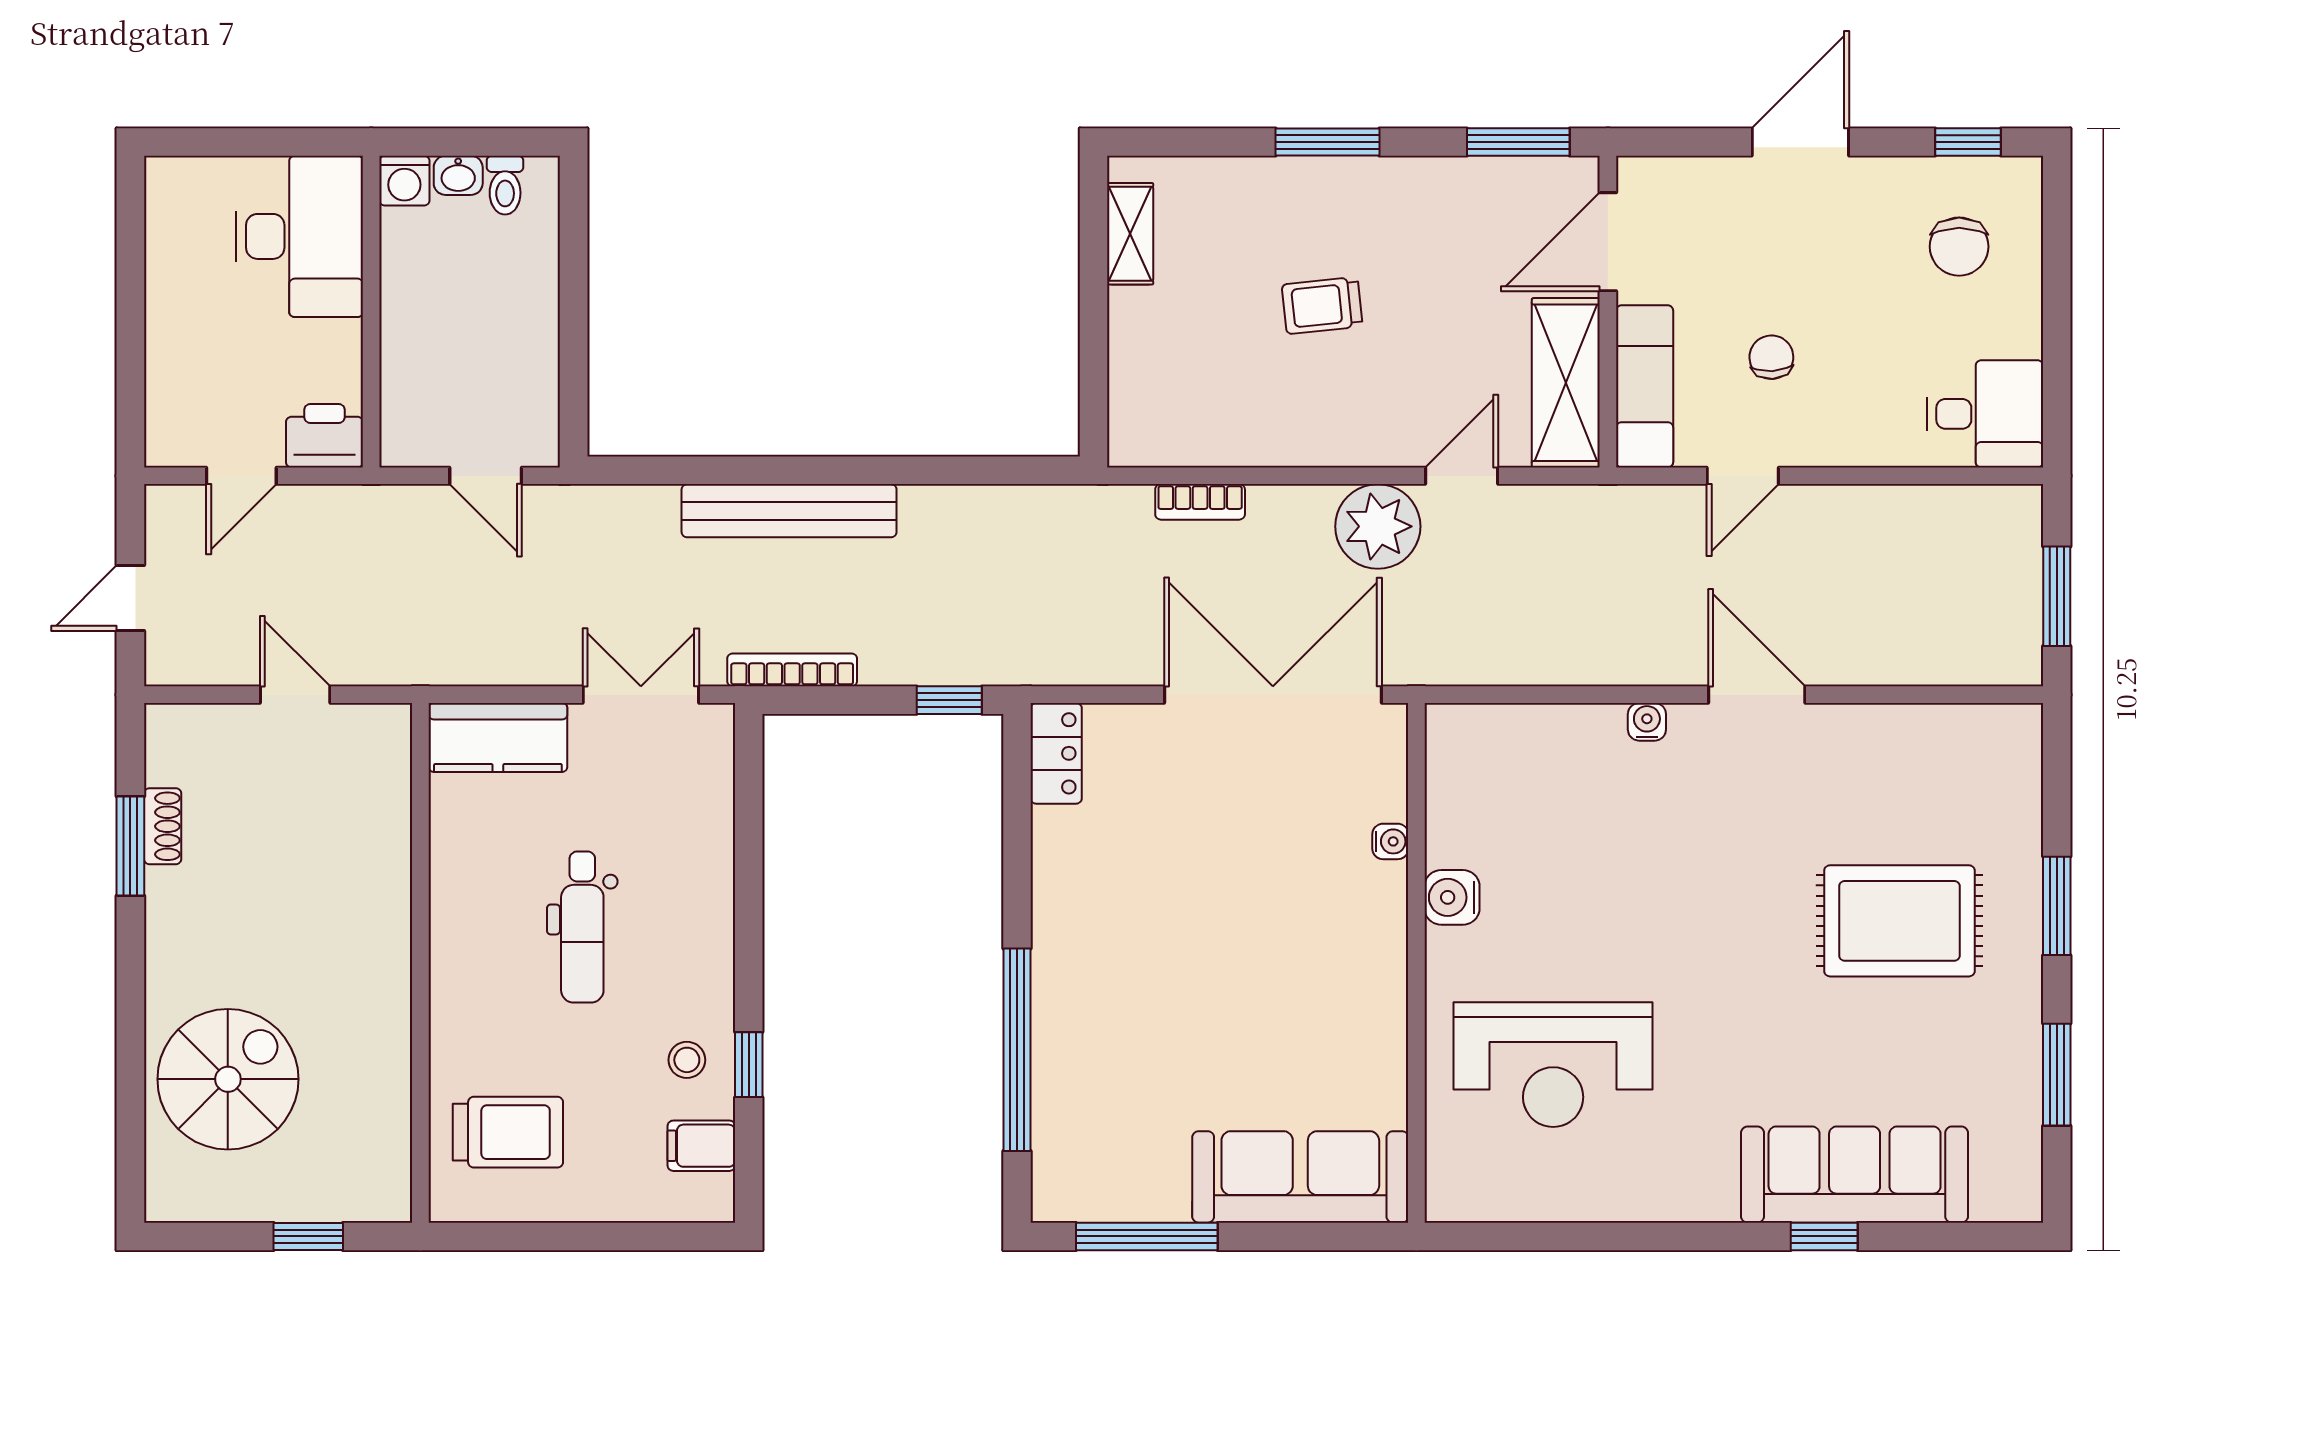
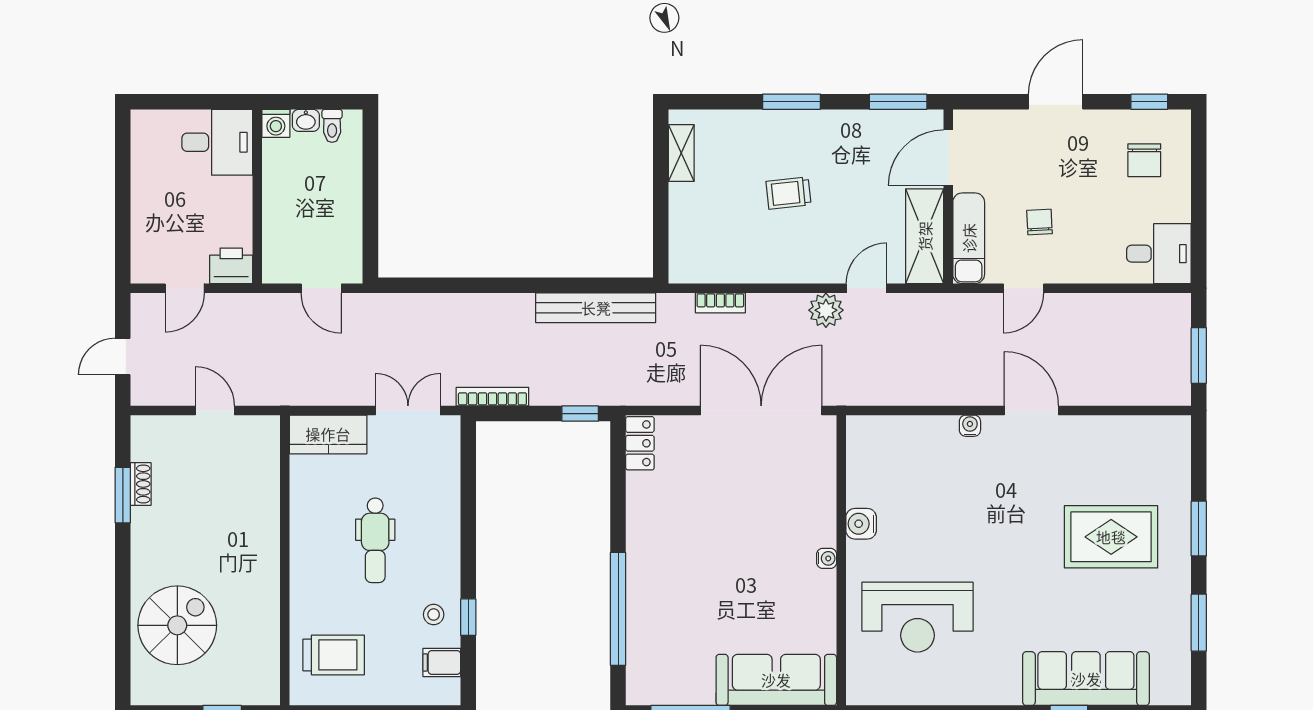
desk: (299, 236) -> (217, 142), width x0.73
bench: (789, 511) -> (596, 308), moved
plant: (1378, 526) -> (826, 310), width x0.73, depth x0.73
water cooler: (1390, 841) -> (827, 558), moved

